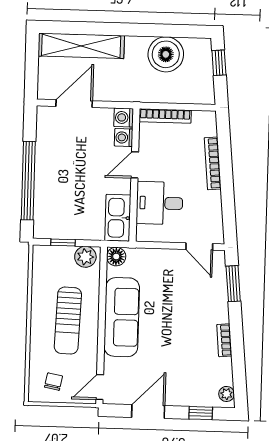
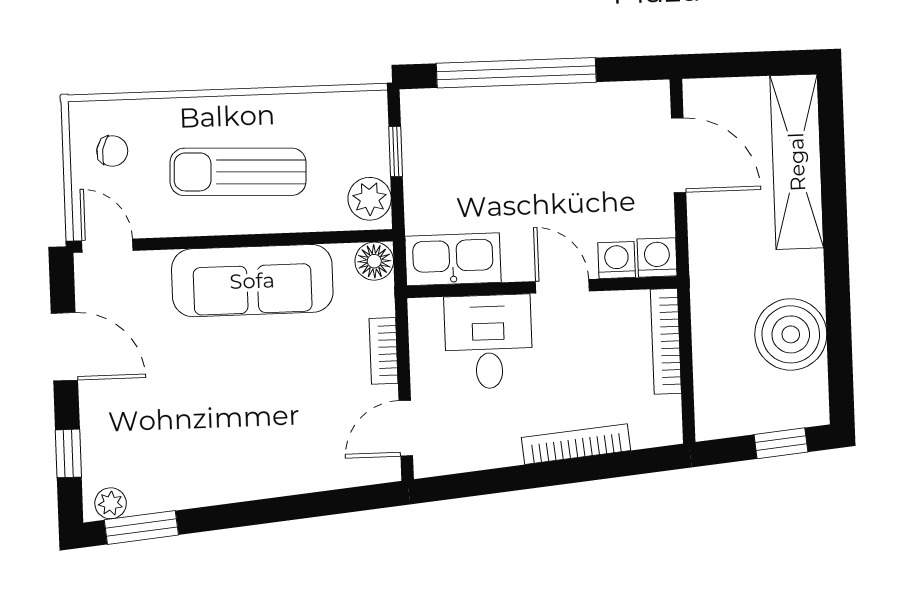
window: (233, 284) -> (141, 527), moved
bookcase: (224, 340) -> (384, 351), moved, turned -85

